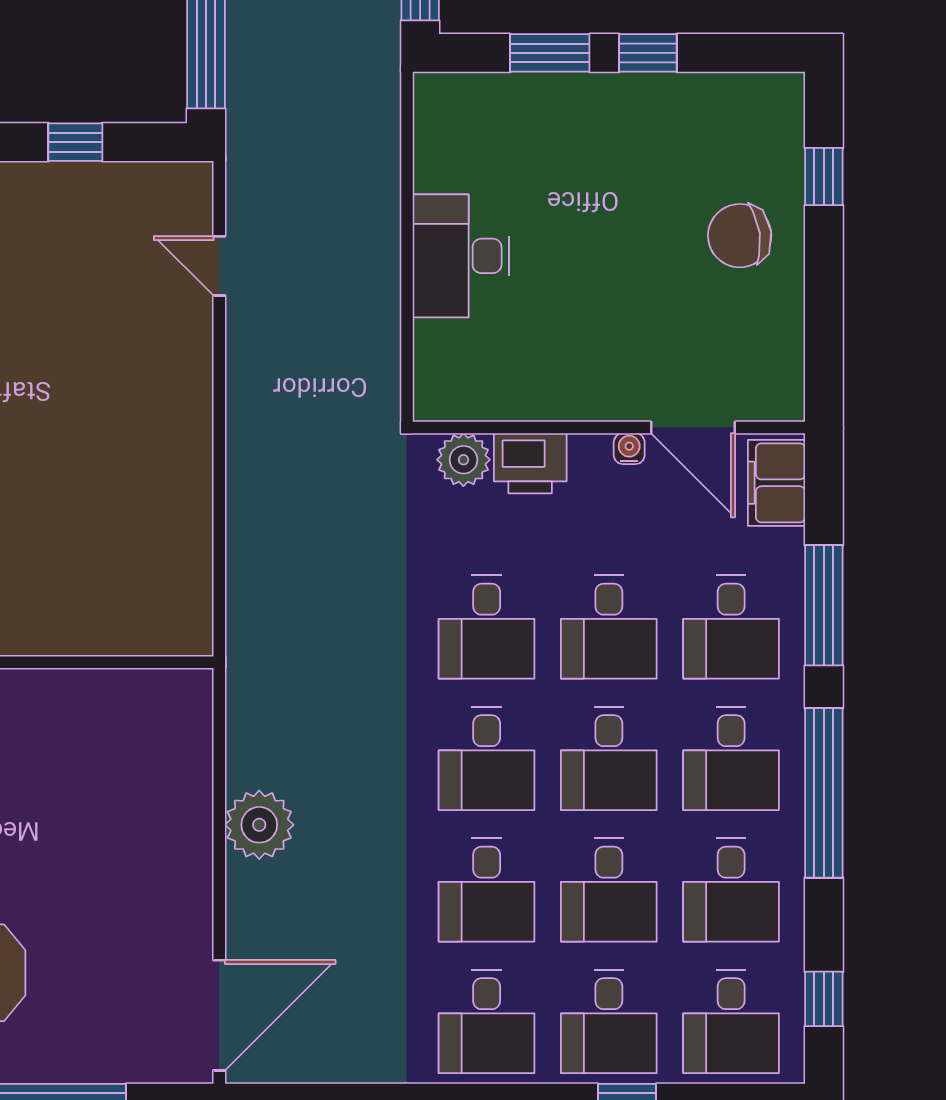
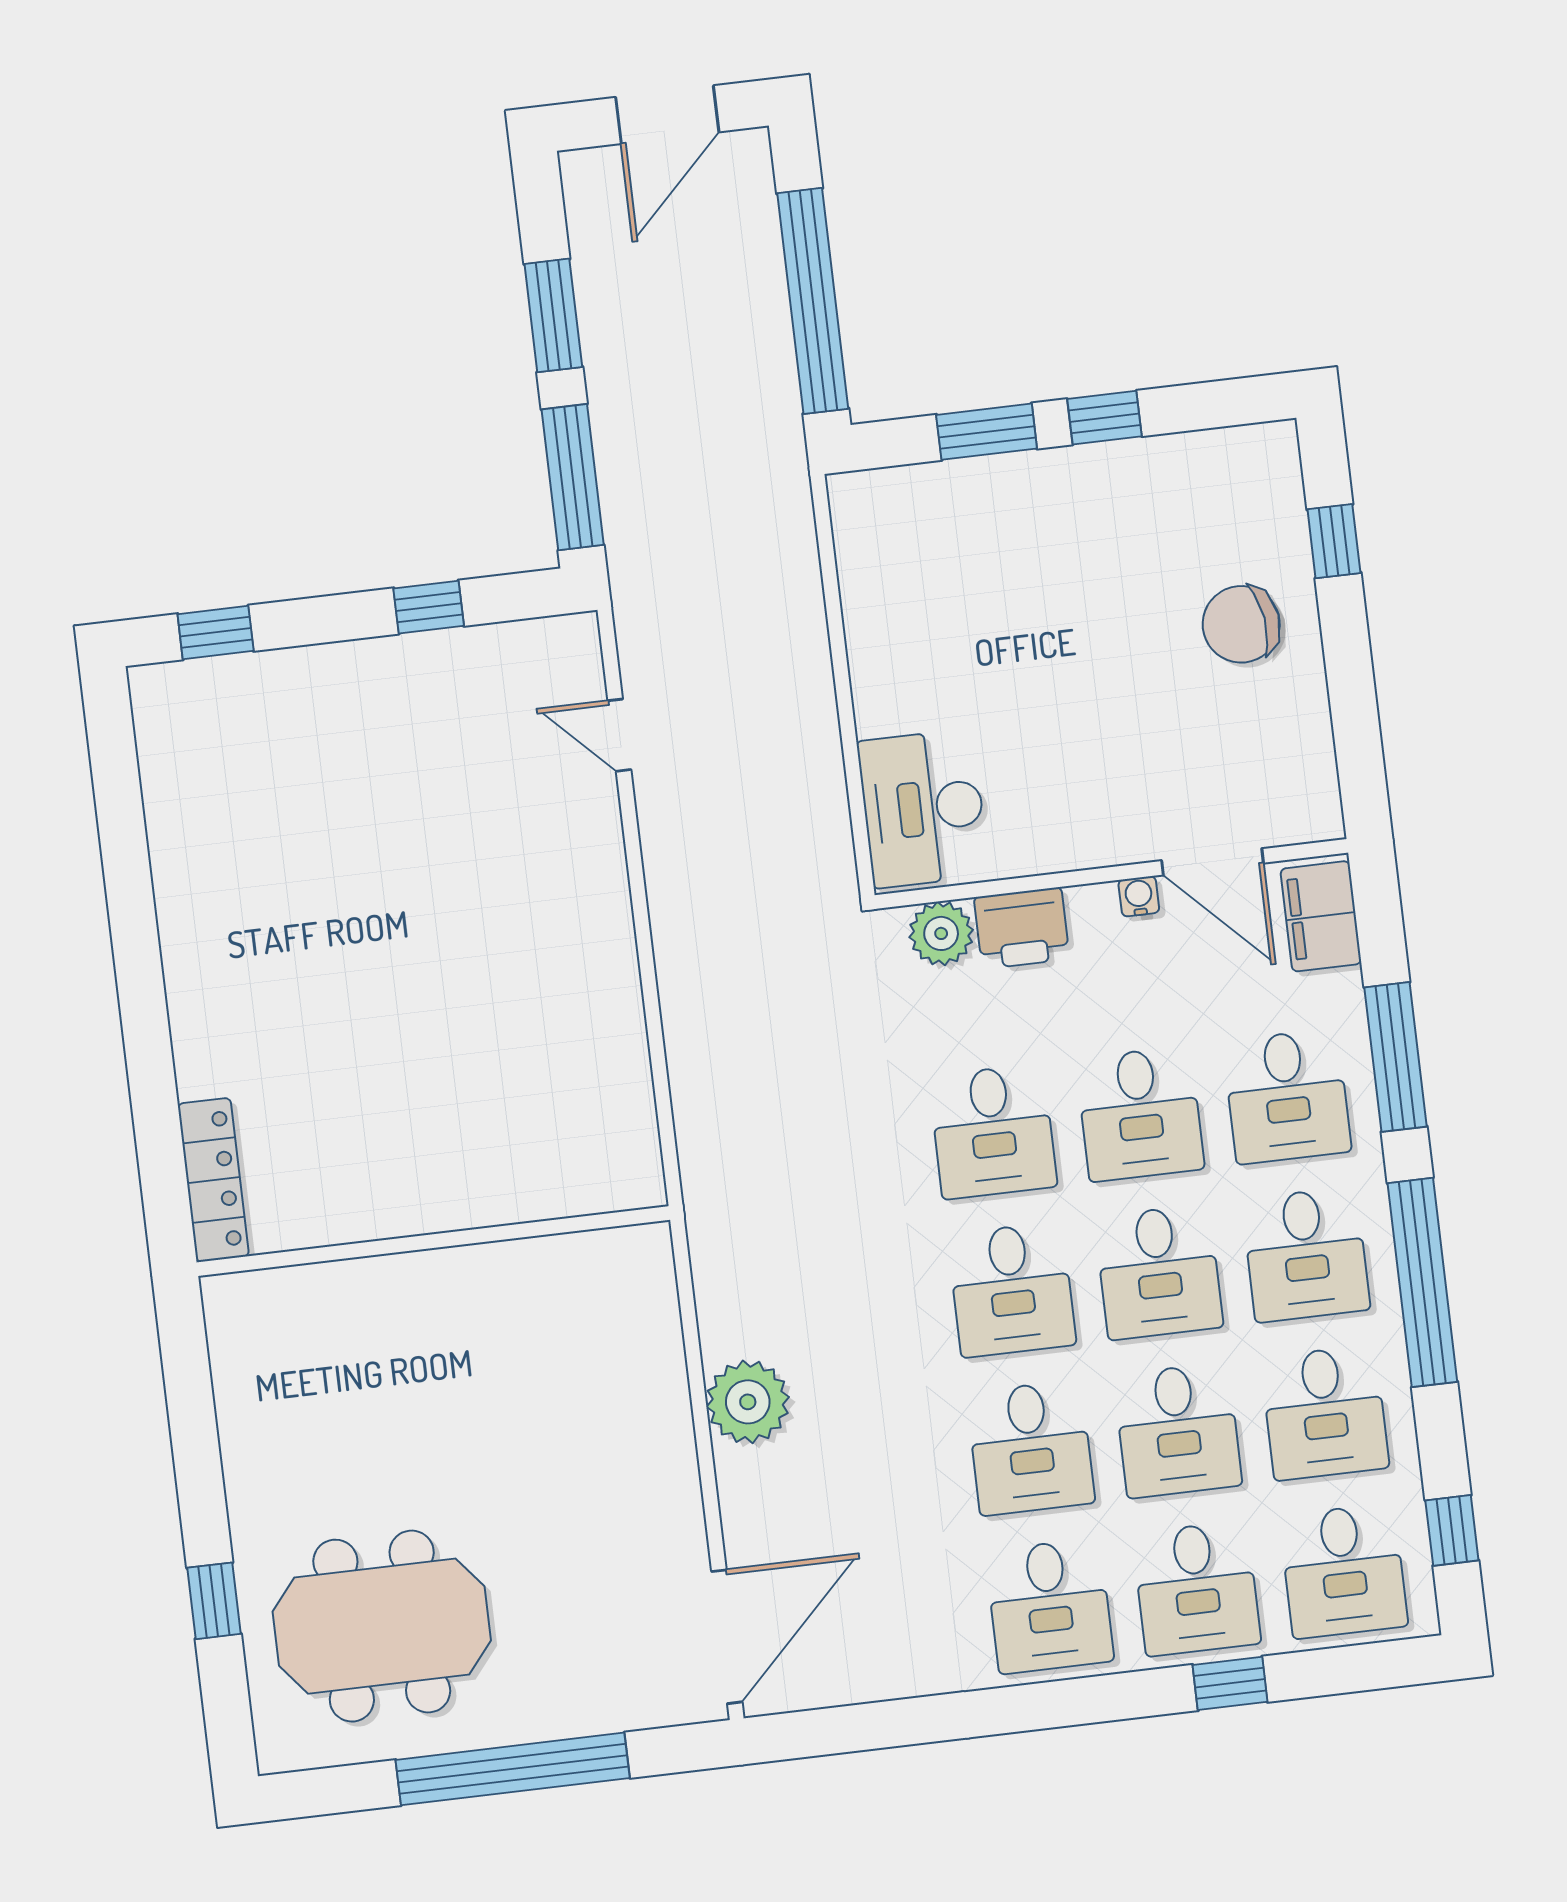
desk: (461, 256) -> (923, 808), moved

